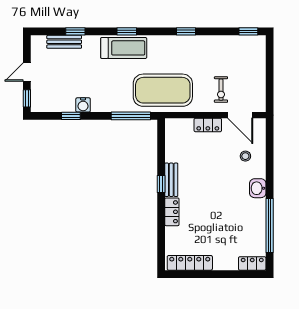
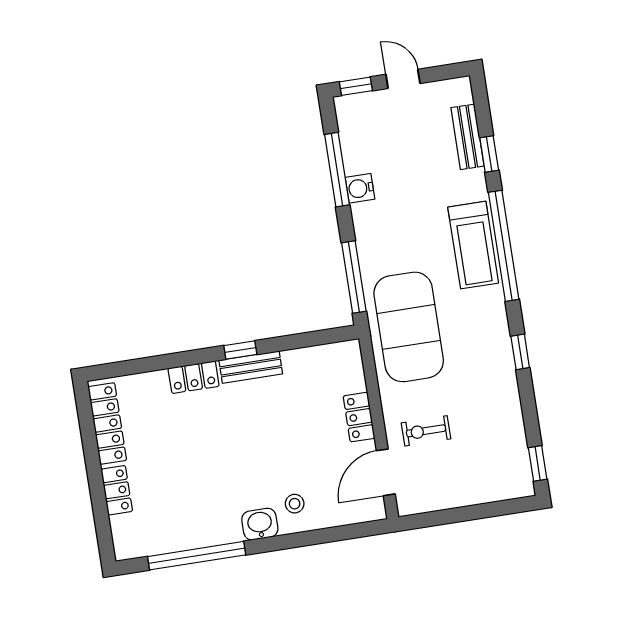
window: (127, 31) -> (504, 246), width x3.17
window: (71, 116) -> (337, 170), width x2.17
stool: (245, 156) -> (295, 504), moved
locker: (252, 263) -> (117, 490), moved

